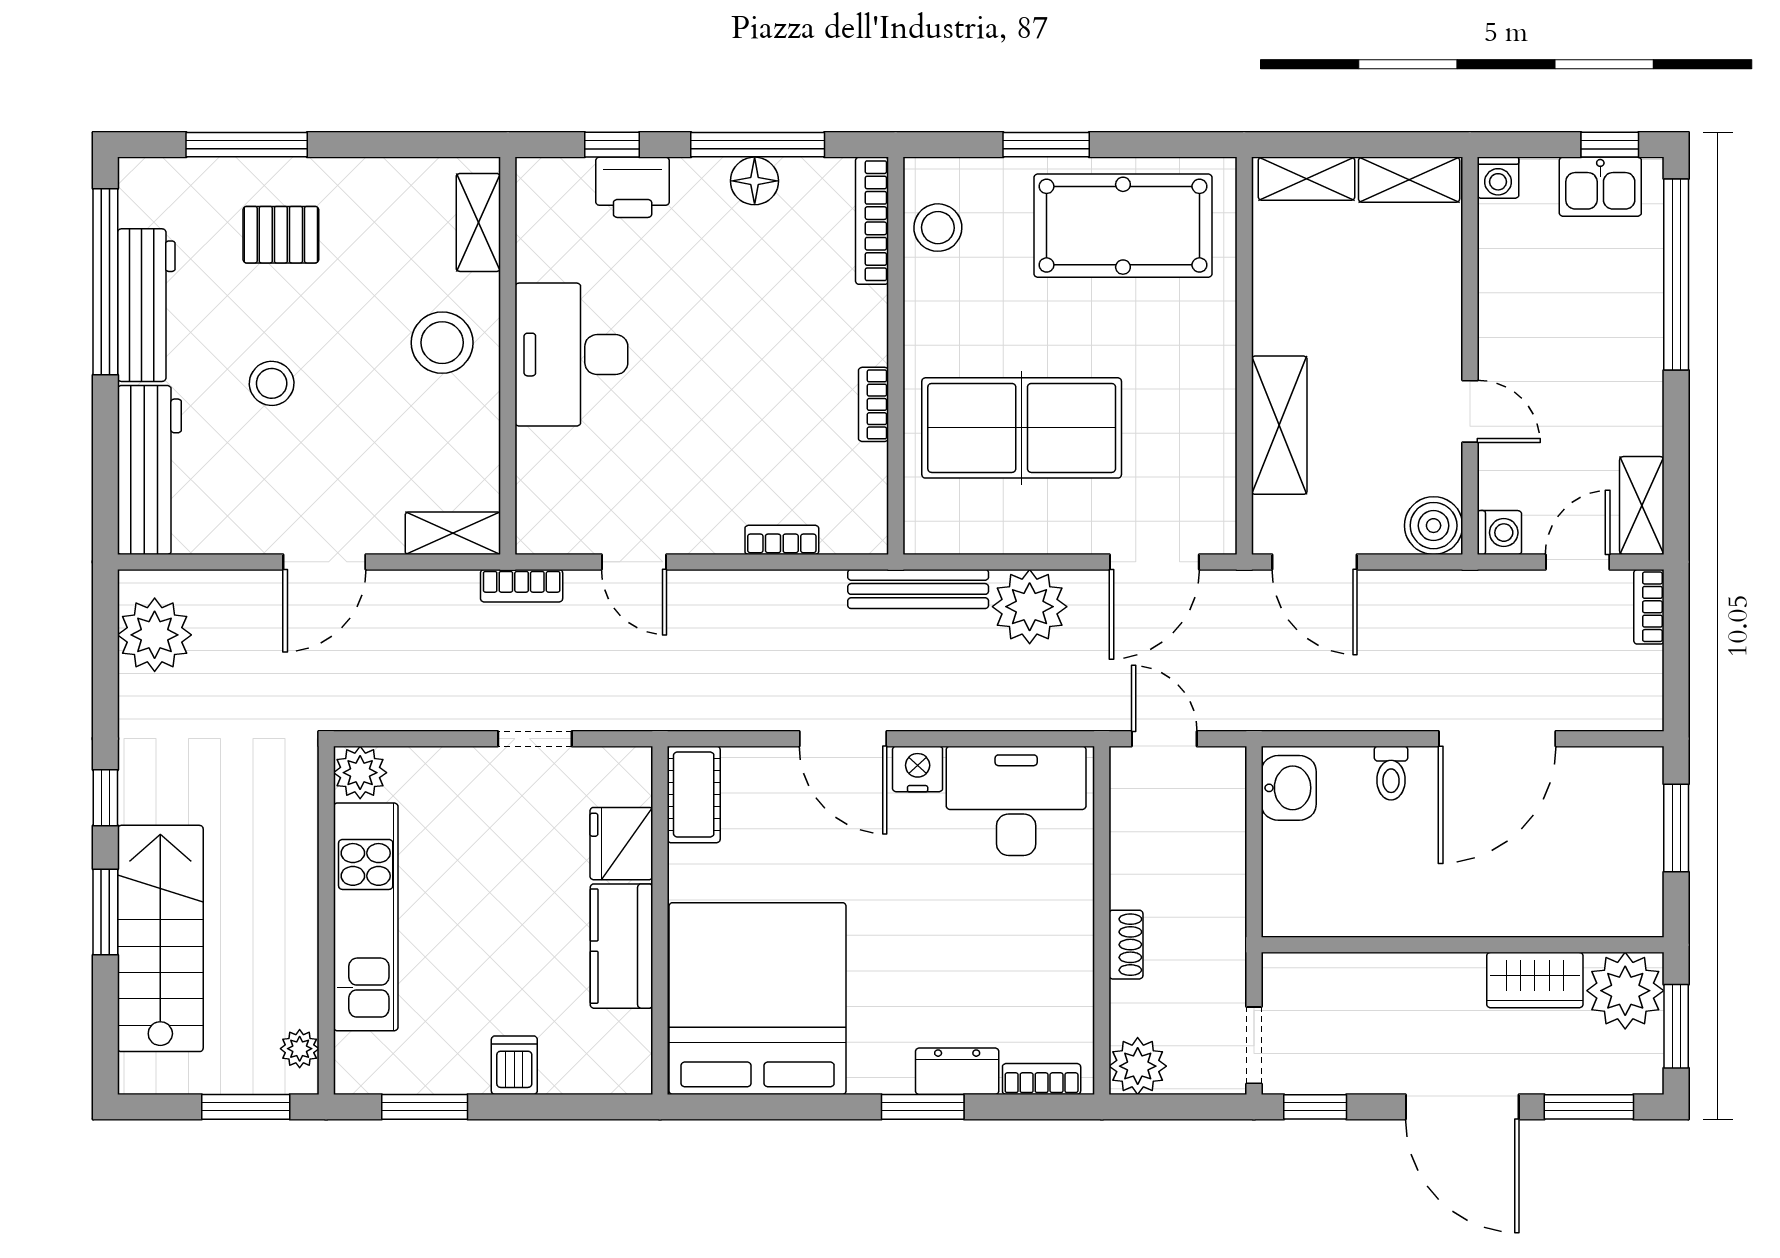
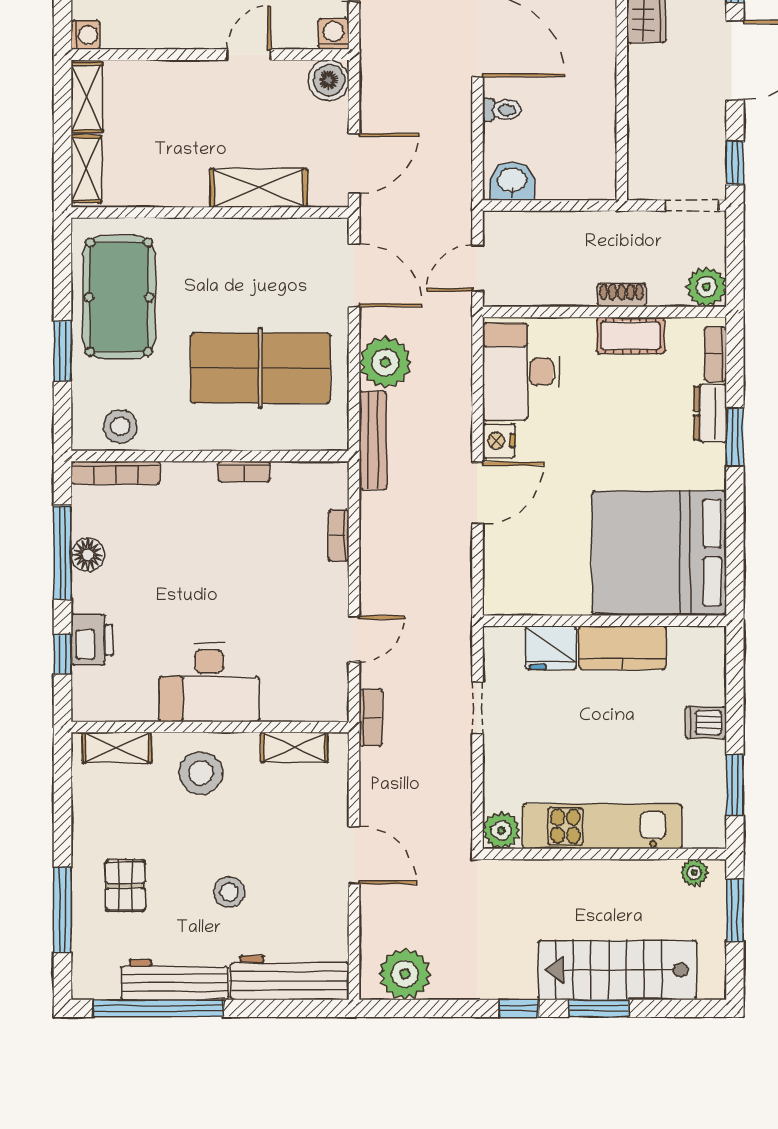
table tennis table: (1022, 428) -> (260, 368), turned 90
shelving: (453, 533) -> (294, 747), moved, turned 90
cot: (694, 794) -> (630, 335), moved

